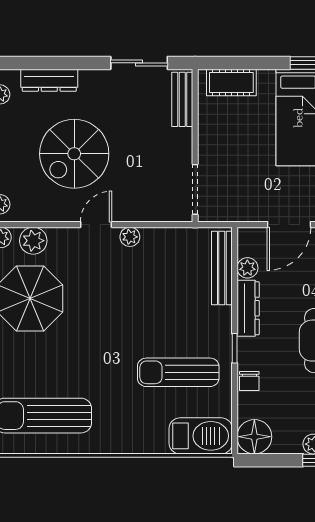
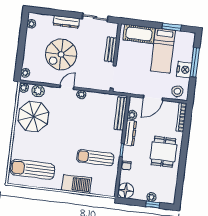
dresser: (49, 80) -> (66, 22), moved
cot: (231, 83) -> (139, 34), width x1.37, depth x1.34
bench: (182, 99) -> (111, 49), moved
barbecue: (201, 436) -> (77, 184), moved

